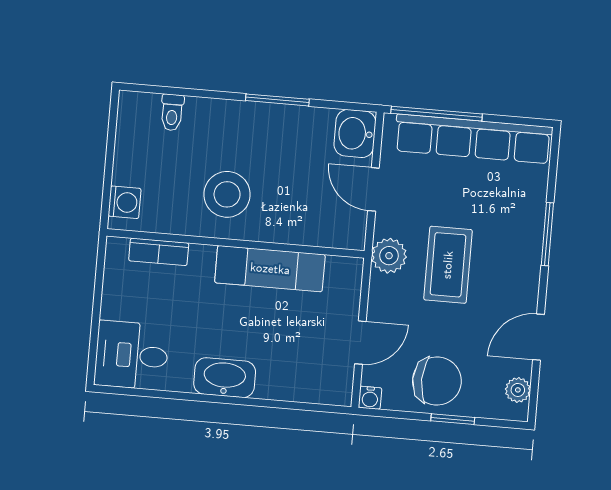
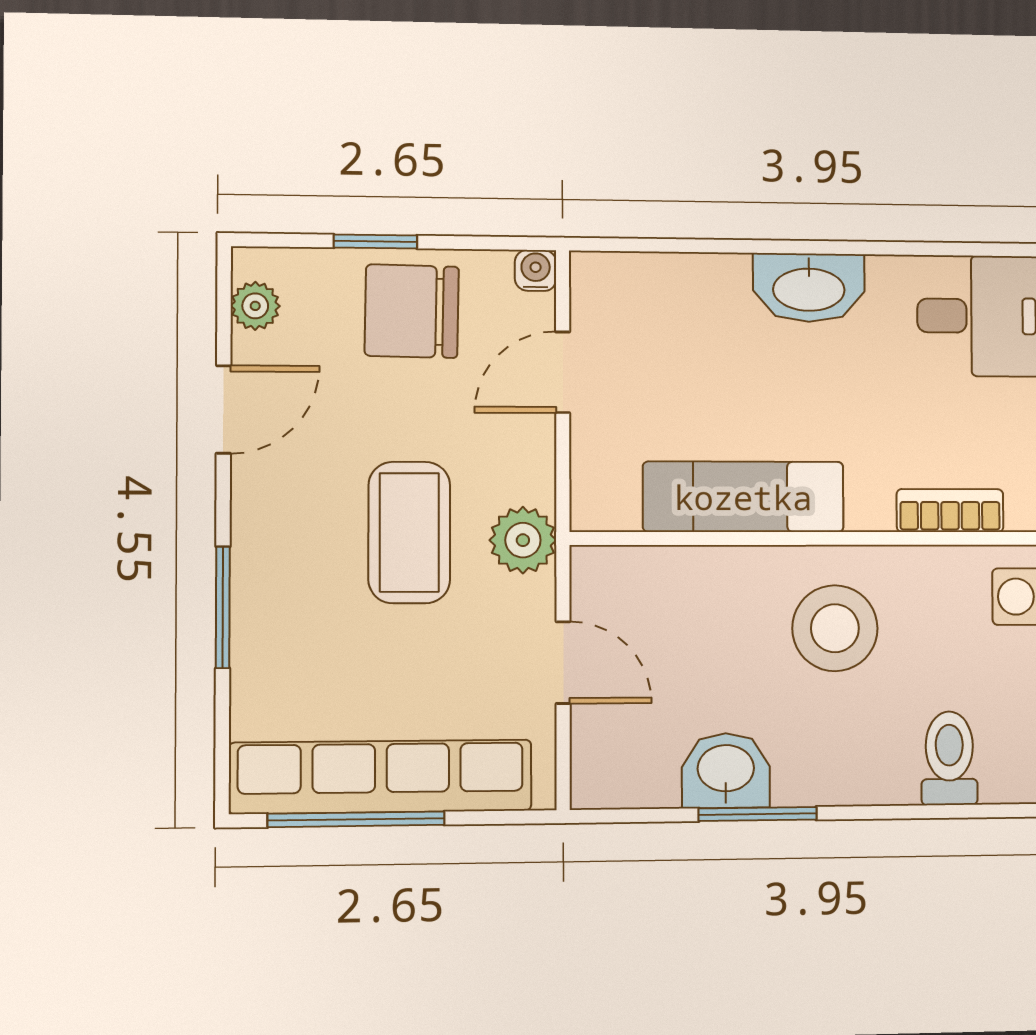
toilet: (172, 112) -> (949, 758), width x1.37, depth x1.39
window: (437, 114) -> (356, 819), moved
washbasin: (355, 134) -> (726, 770), moved, turned -90

